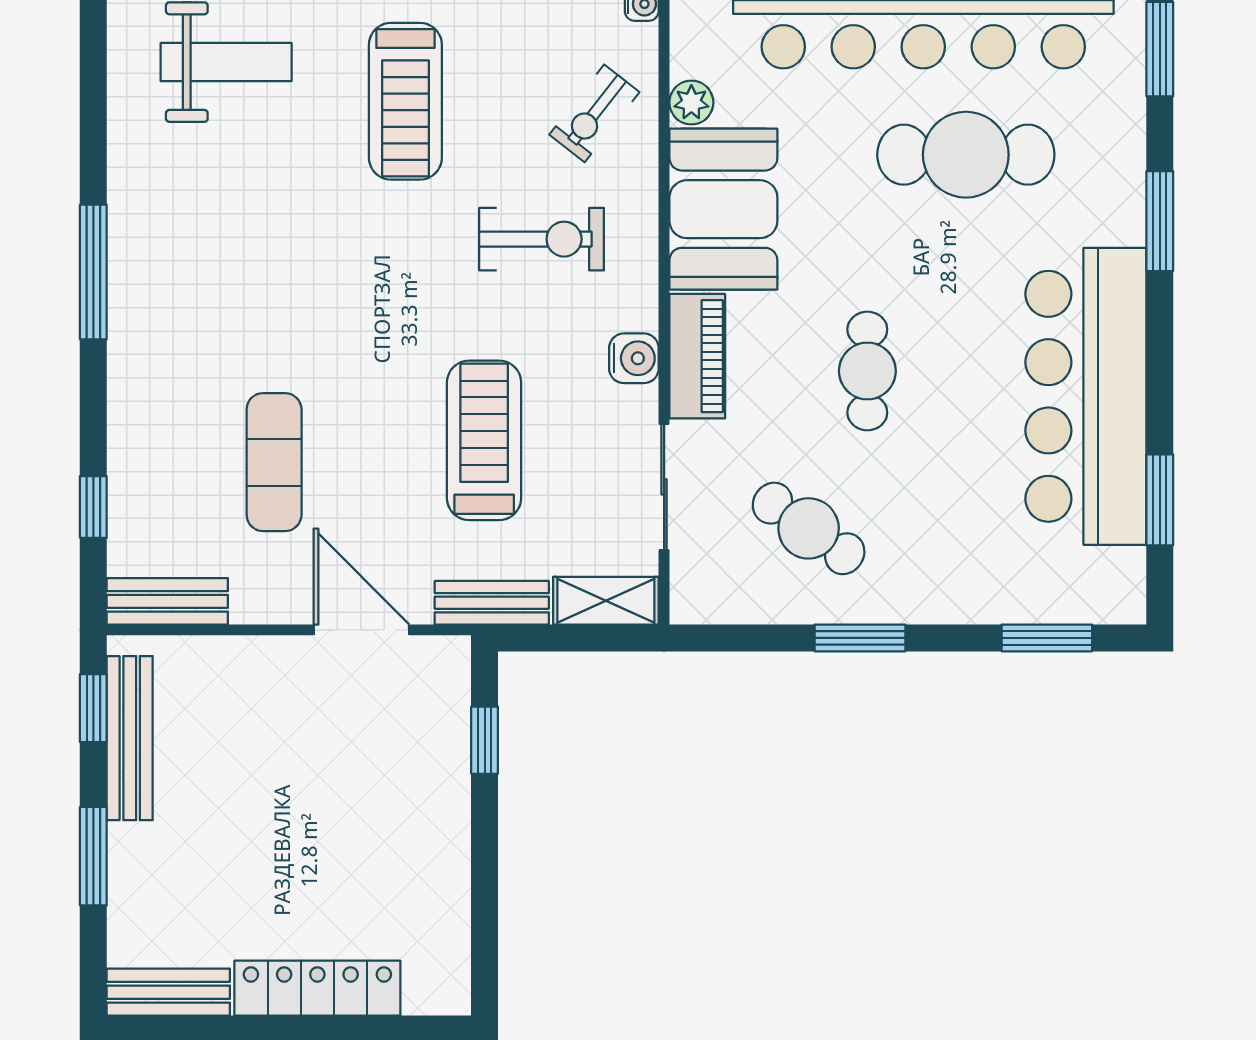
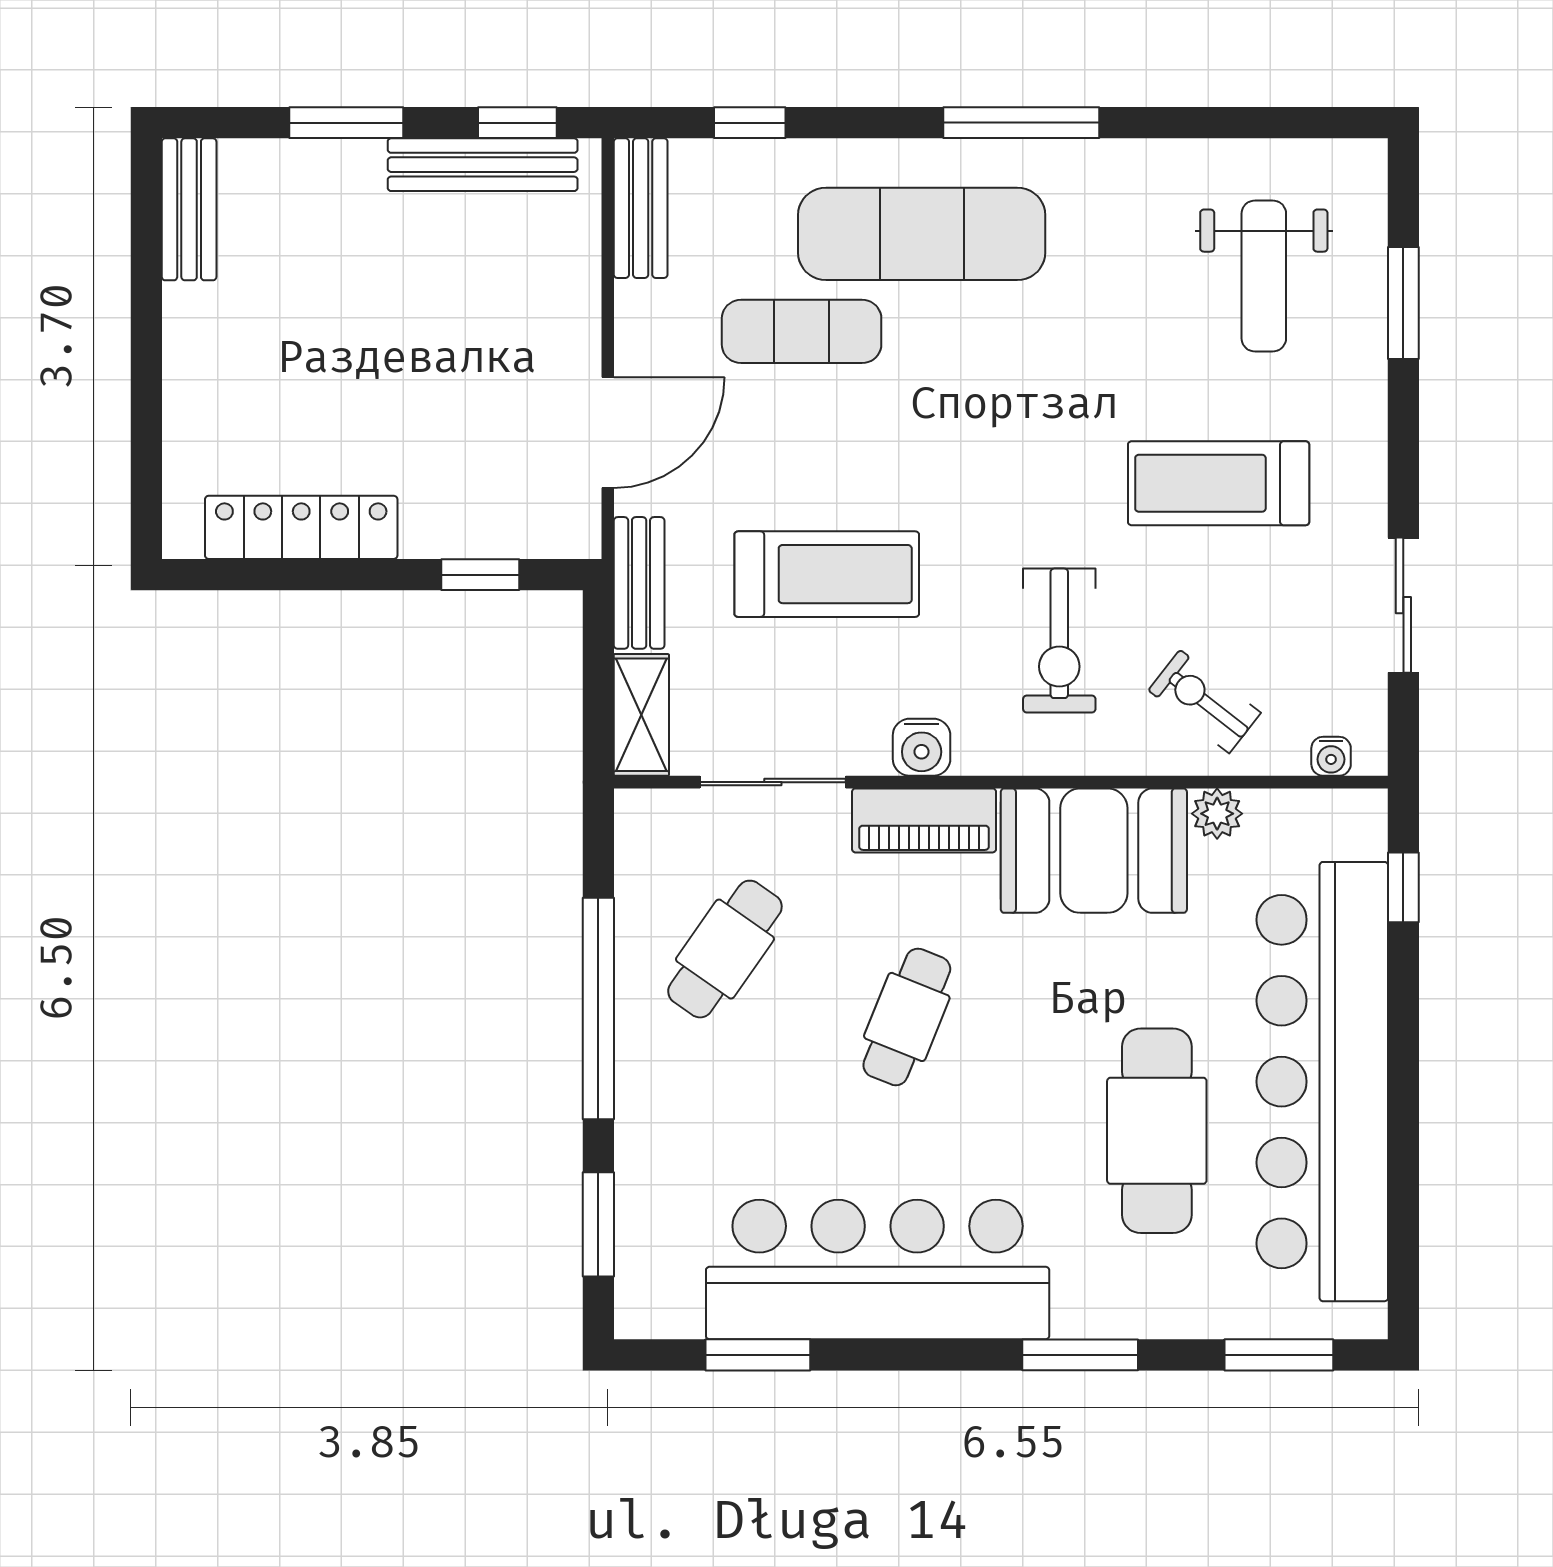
exercise mat: (190, 358) -> (922, 234), added
cafe table: (867, 371) -> (907, 1017), turned -68
window: (860, 638) -> (598, 1008), width x2.11
locker: (317, 988) -> (301, 527), moved, turned -90

